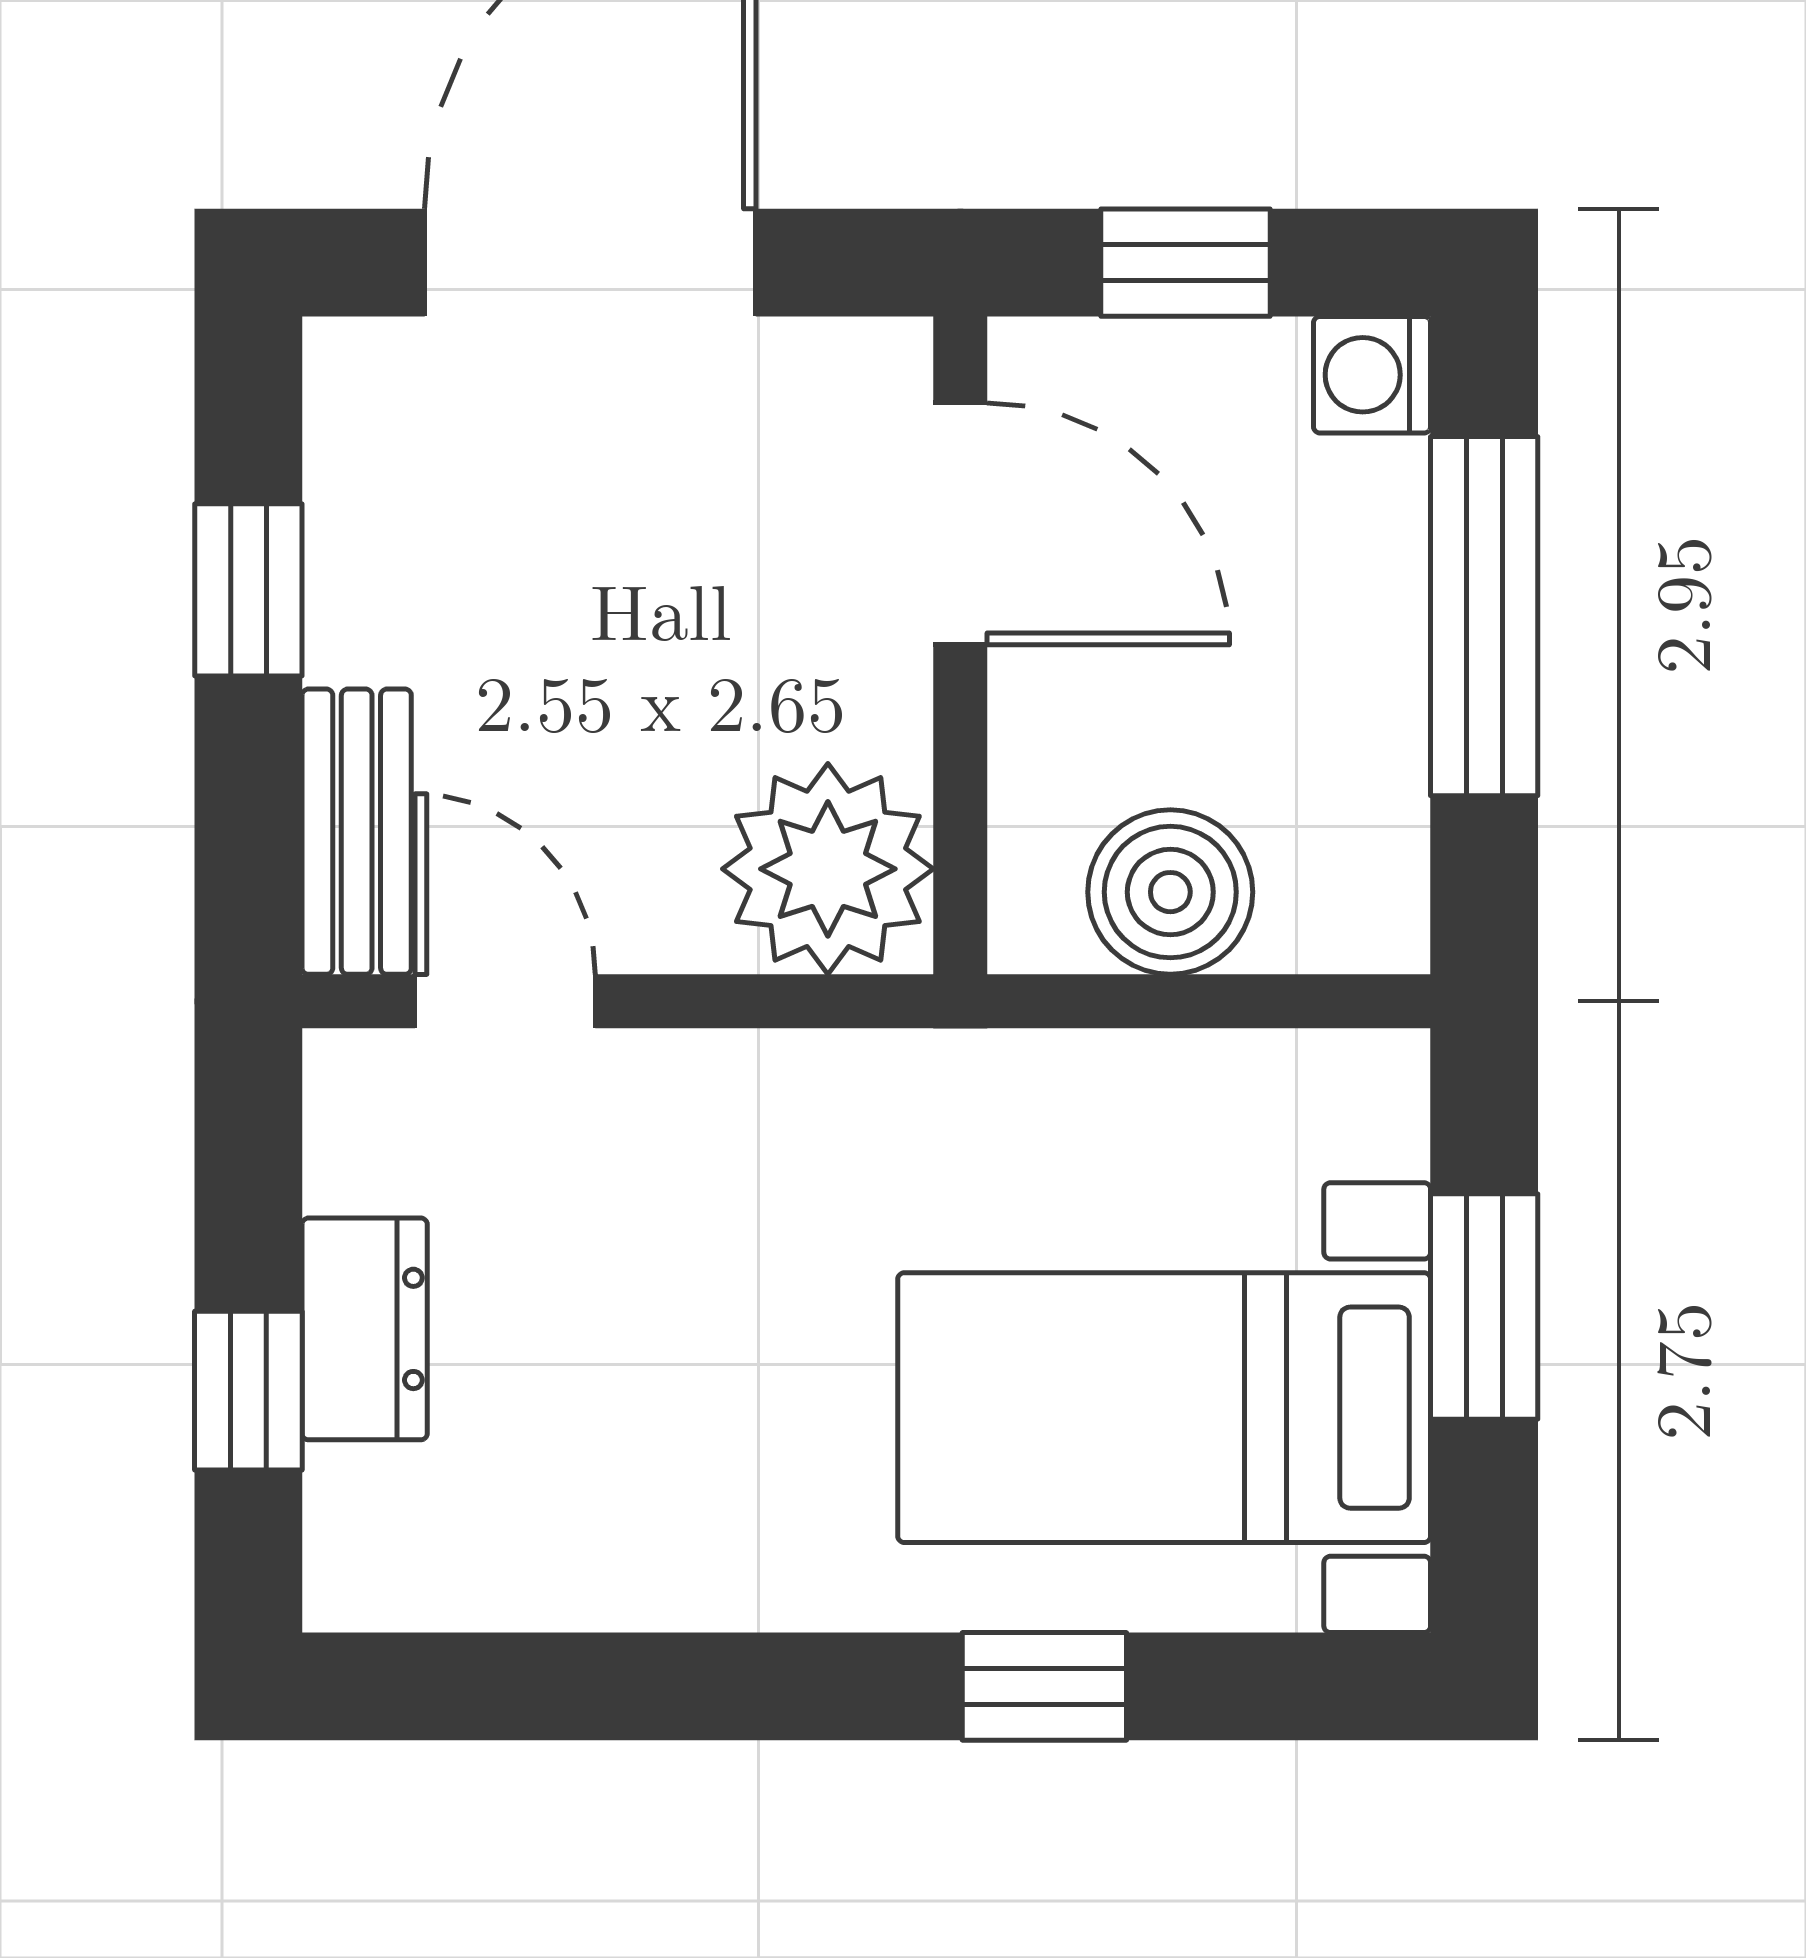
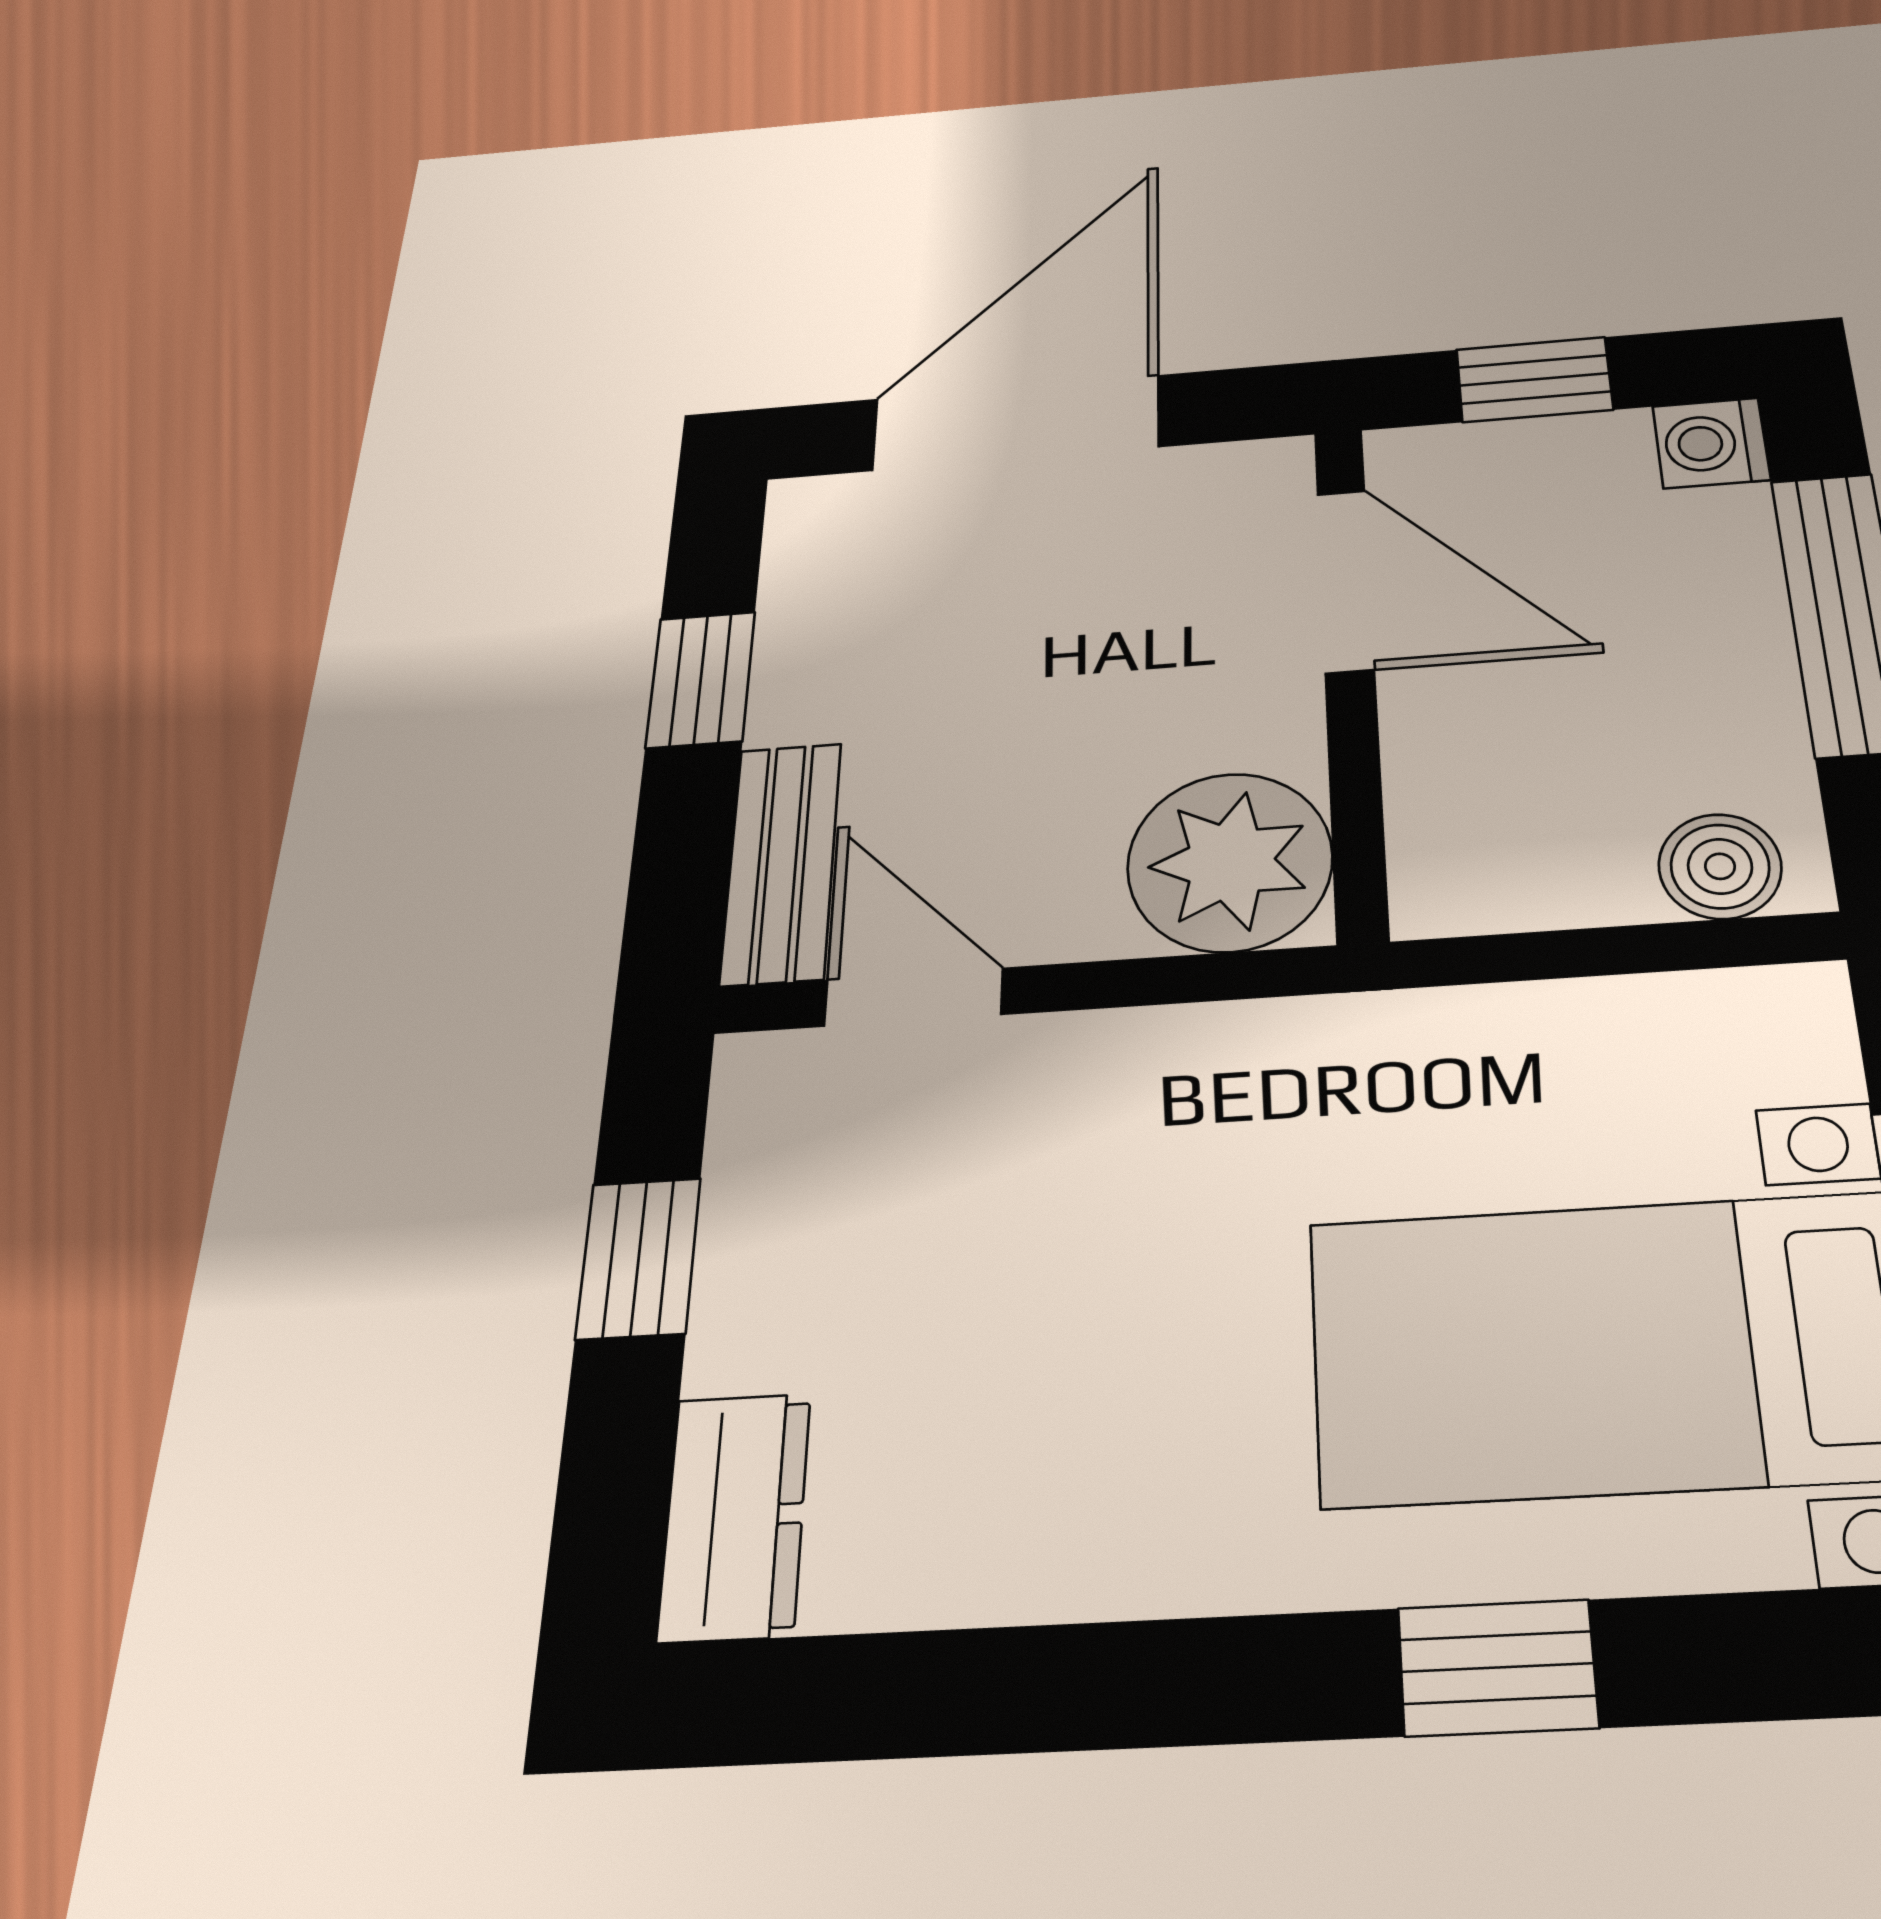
boiler: (1170, 892) -> (1720, 866), moved, width x0.73, depth x0.73
dresser: (365, 1329) -> (735, 1516), moved
window: (248, 1391) -> (639, 1258), moved

